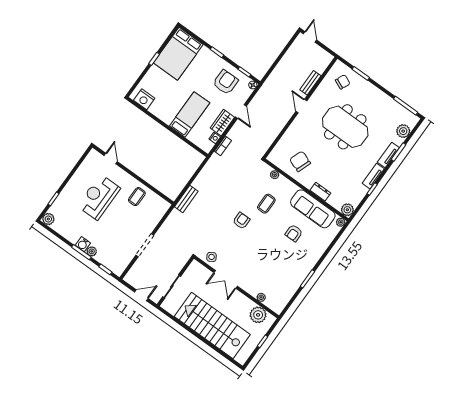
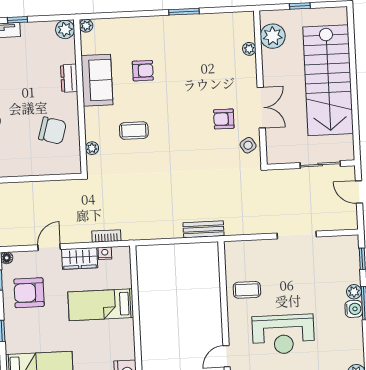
chair: (300, 161) -> (52, 131), turned -94
sofa: (313, 209) -> (97, 80), width x0.73
armchair: (241, 221) -> (224, 119), moved

